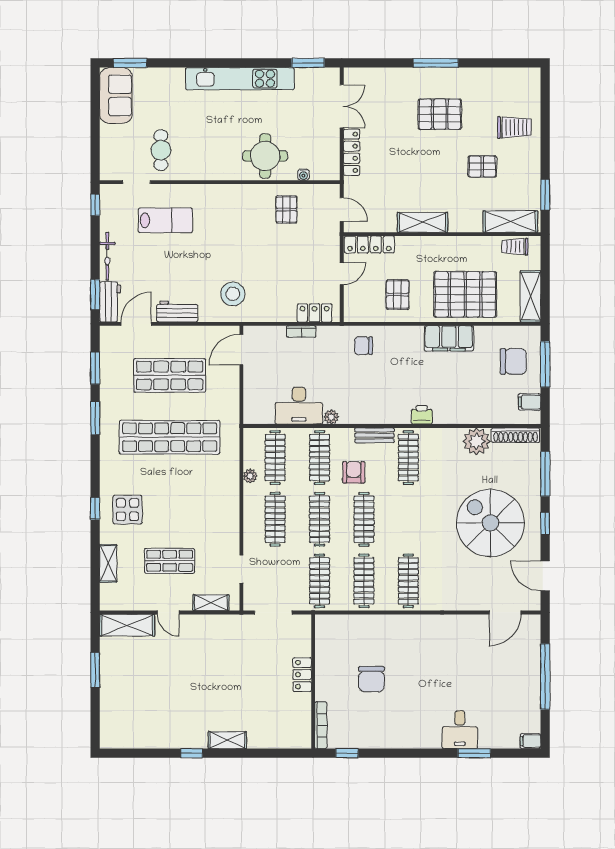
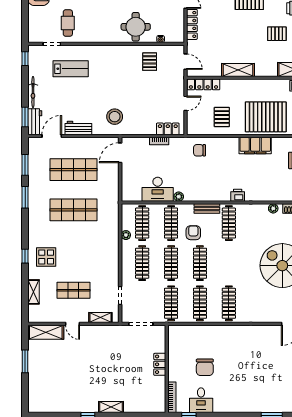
shop shelf: (170, 437) -> (73, 210), width x0.71
plant: (477, 441) -> (273, 208), width x0.53, depth x0.53
desk: (460, 730) -> (201, 400), moved

